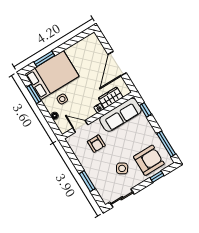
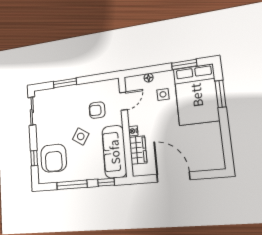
window: (166, 144) -> (72, 185), moved
side table: (122, 168) -> (81, 136), moved

